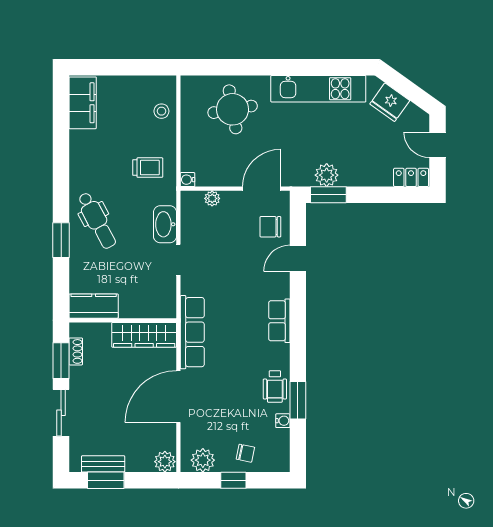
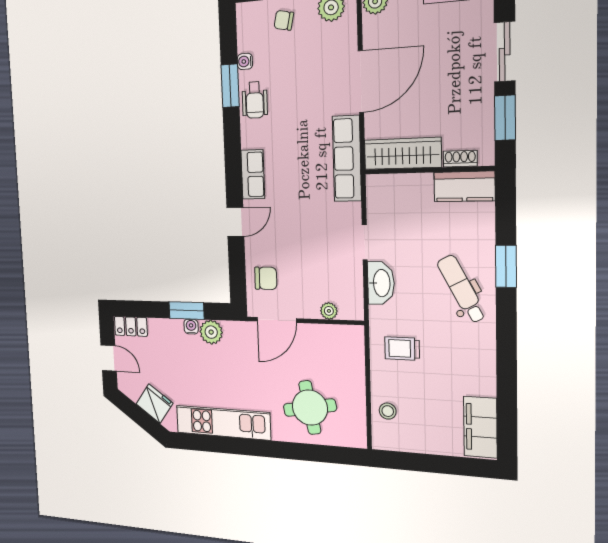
water cooler: (188, 180) -> (191, 327), moved, turned -90
window: (328, 195) -> (187, 310), moved
door: (298, 258) -> (235, 222), moved
shoe rack: (76, 351) -> (460, 159), moved, turned 90
wheelchair: (275, 386) -> (255, 100), turned 180

